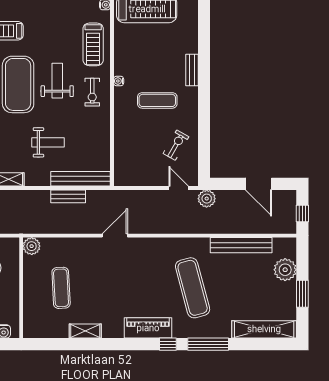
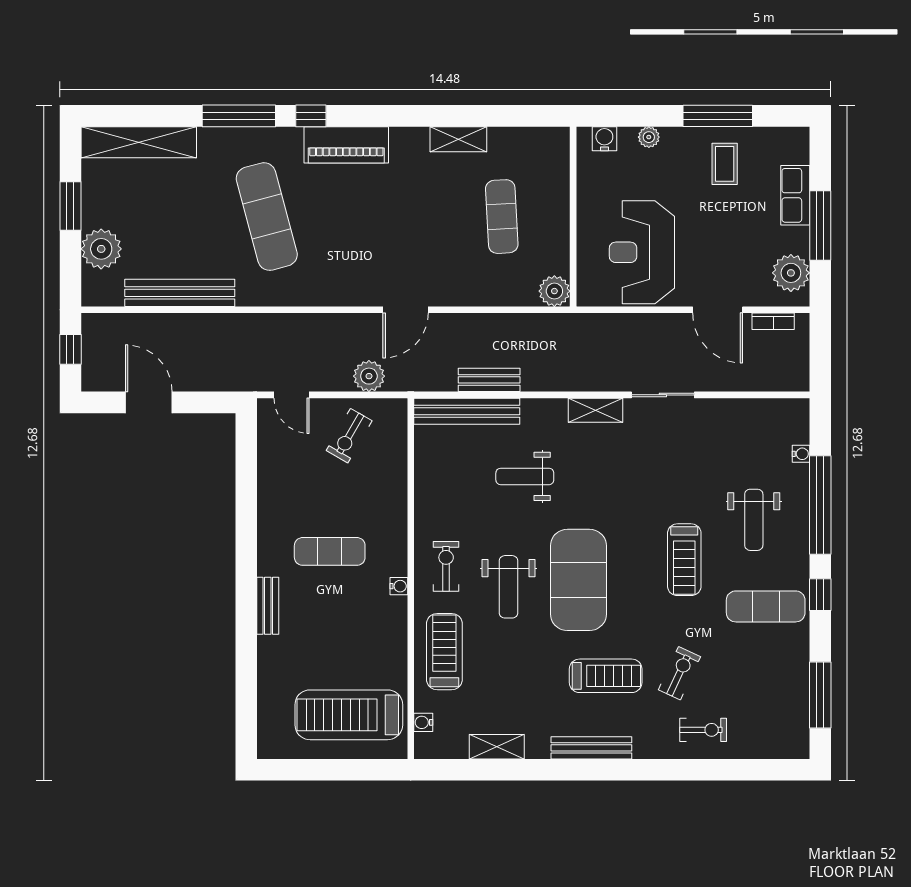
exercise bike: (176, 145) -> (349, 436), moved
plant: (207, 199) -> (369, 376), moved

